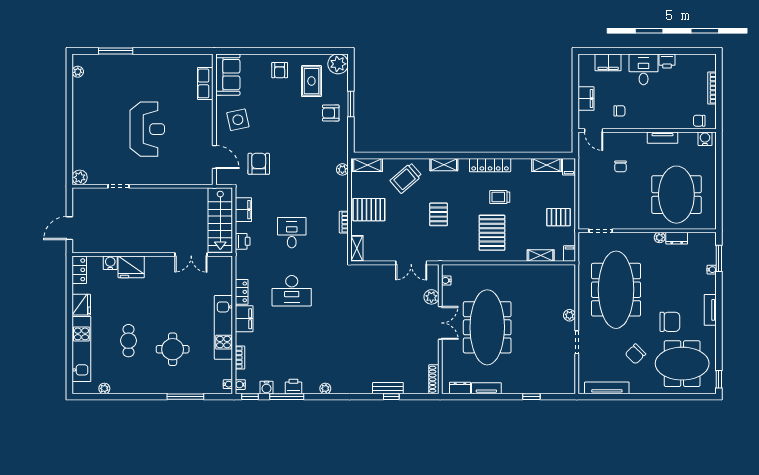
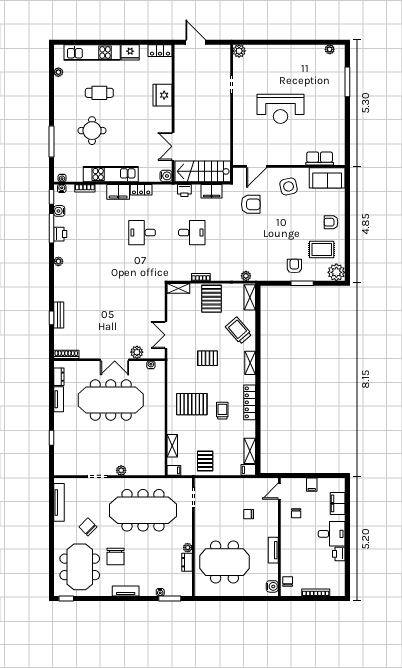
filing cabinet: (586, 99) -> (312, 485), width x0.50
water cooler: (110, 263) -> (166, 176), moved
desk: (292, 291) -> (142, 233), width x0.73

